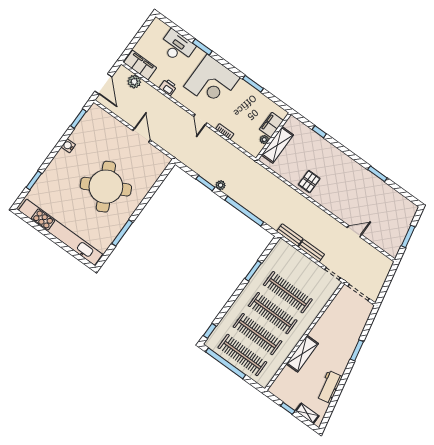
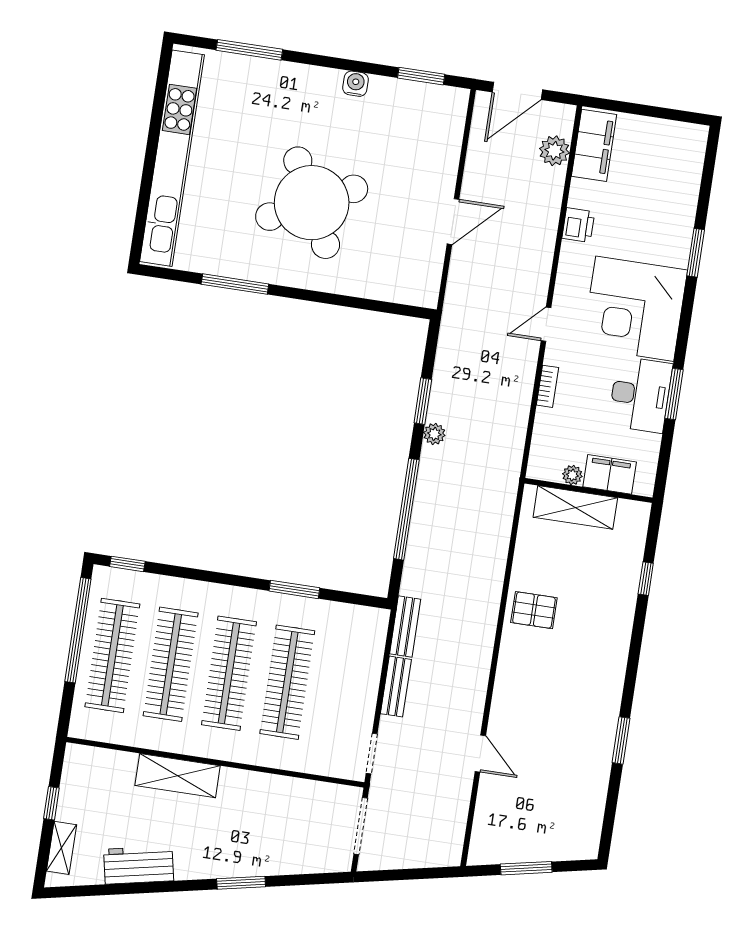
desk: (177, 47) -> (640, 395), moved
window: (34, 180) -> (249, 50), width x1.44

